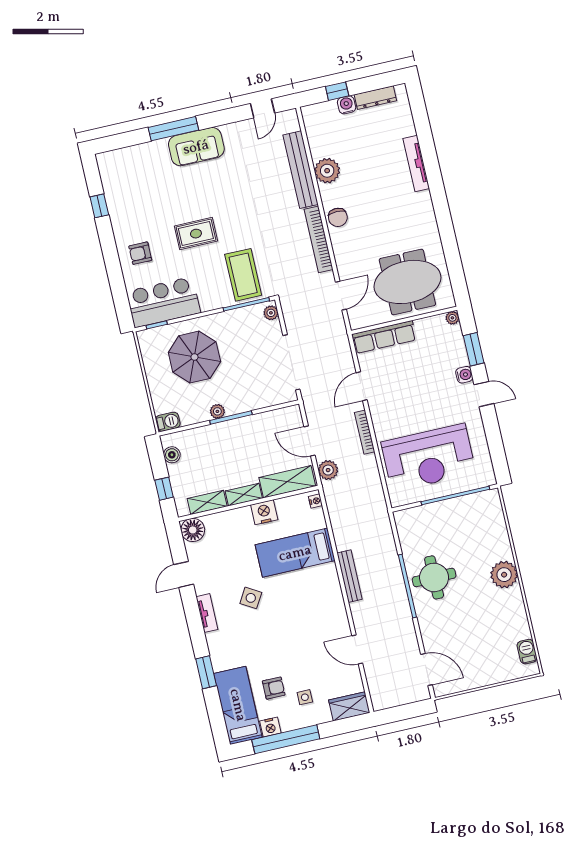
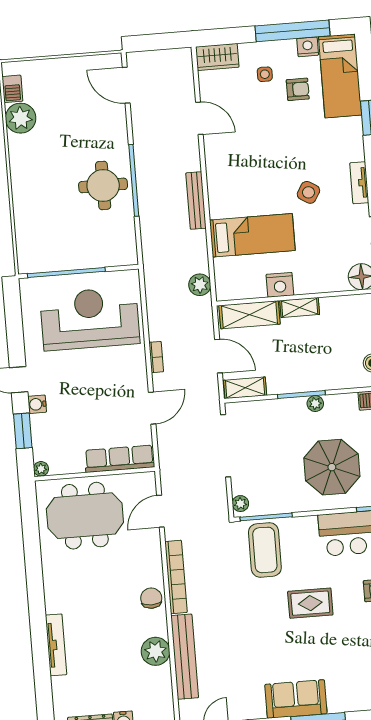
bookcase: (365, 432) -> (156, 357), width x0.64
plant: (328, 470) -> (200, 285), moved
nightstand: (315, 501) -> (222, 289), removed
shelving: (207, 502) -> (245, 388), moved
plant: (504, 575) -> (21, 118), moved
armchair: (274, 688) -> (298, 89), turned 180

